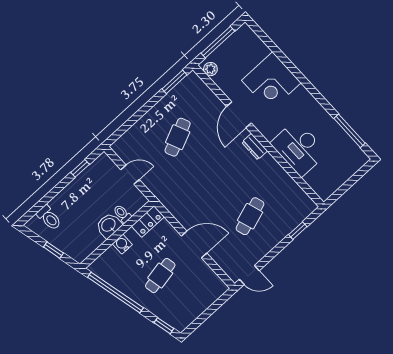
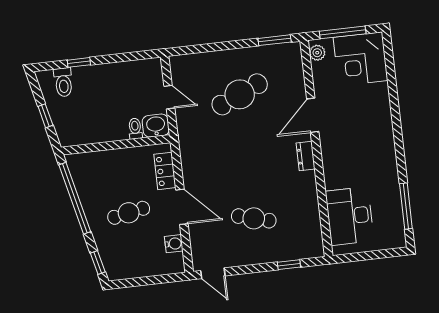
corner desk: (271, 82) -> (361, 59), moved
cafe table: (178, 137) -> (240, 94), width x1.37, depth x1.35
desk: (299, 148) -> (350, 216), moved
window: (80, 168) -> (79, 62), moved
cafe table: (250, 216) -> (254, 218), turned 33
locker: (148, 221) -> (165, 171), moved, turned 90
washbasin: (109, 225) -> (156, 126), moved
water cooler: (122, 244) -> (174, 244), moved, turned 90

